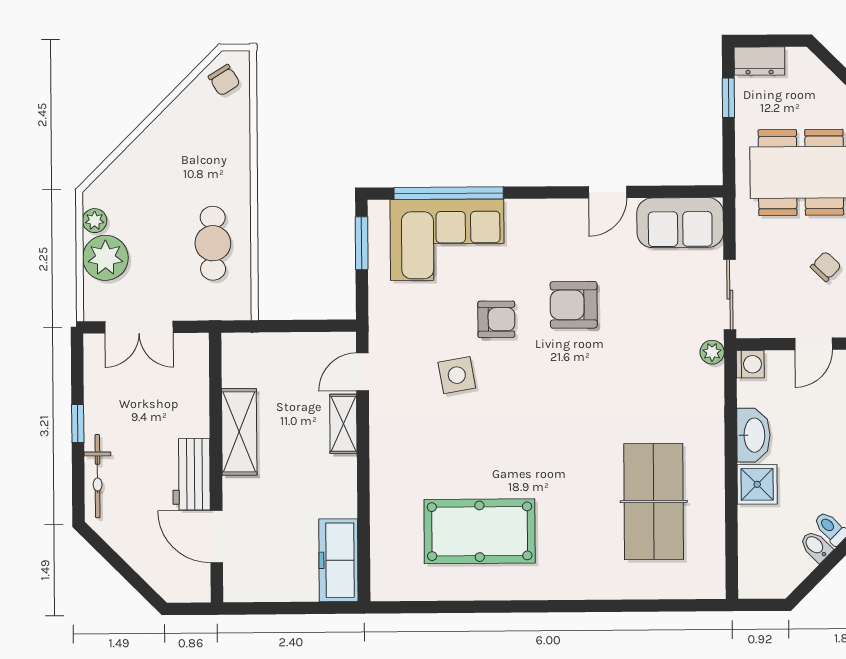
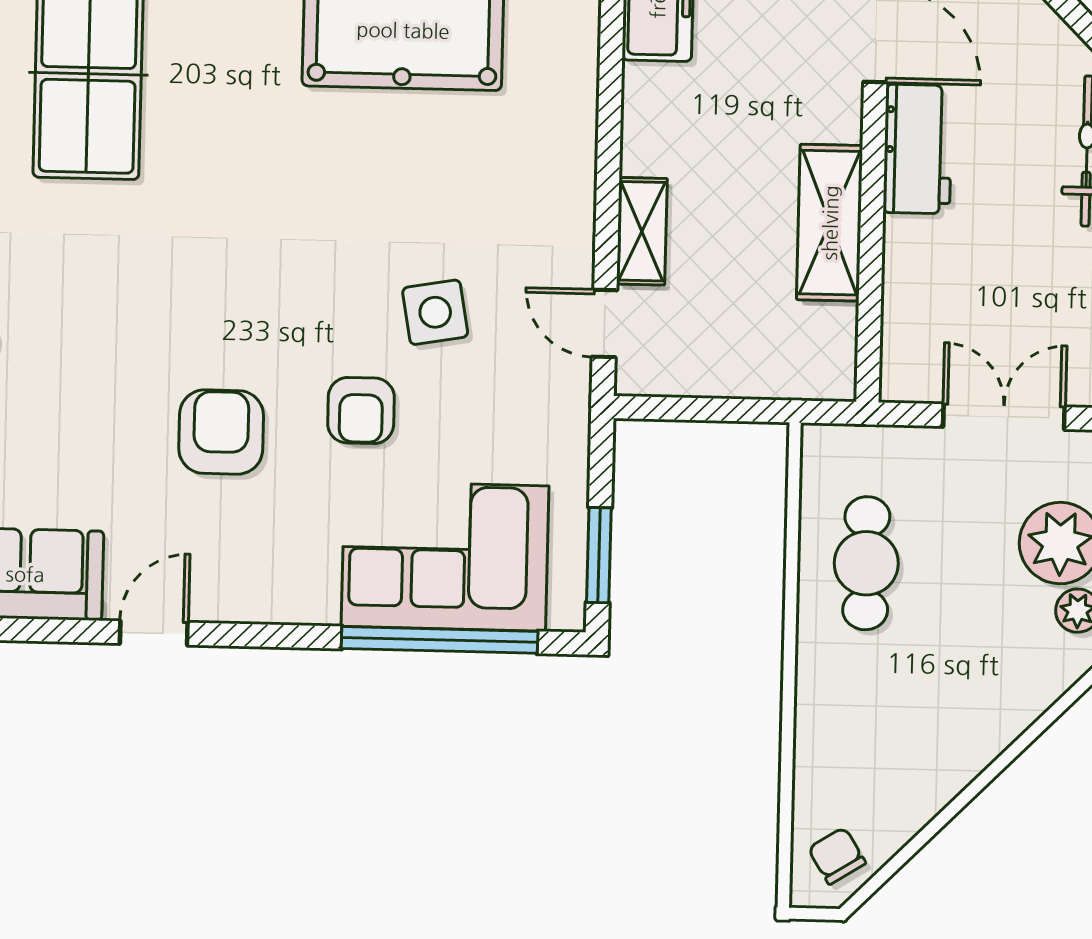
armchair: (574, 305) -> (221, 432), turned -90
armchair: (496, 319) -> (361, 410), turned -90
door: (362, 372) -> (605, 324), swing flipped

